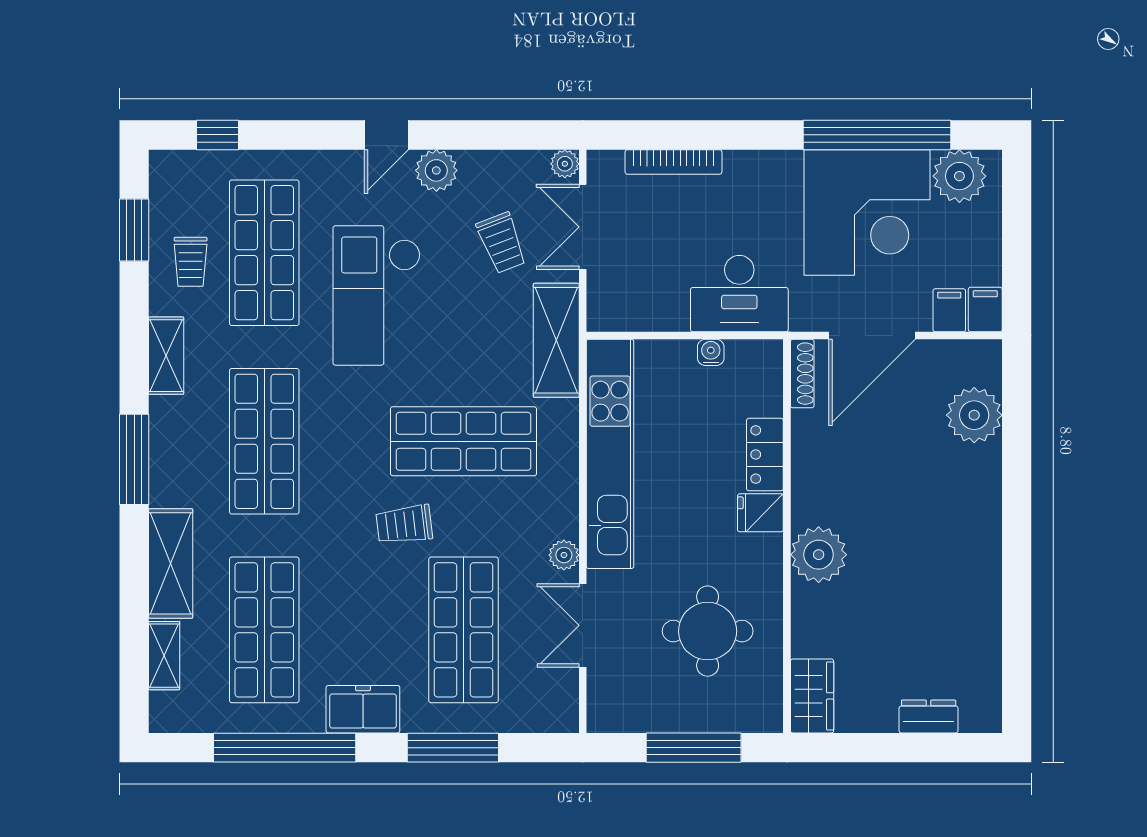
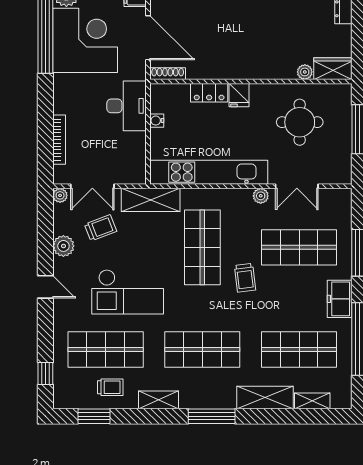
plant: (436, 170) -> (63, 246), moved
plant: (819, 555) -> (305, 72), moved, width x0.53, depth x0.53

